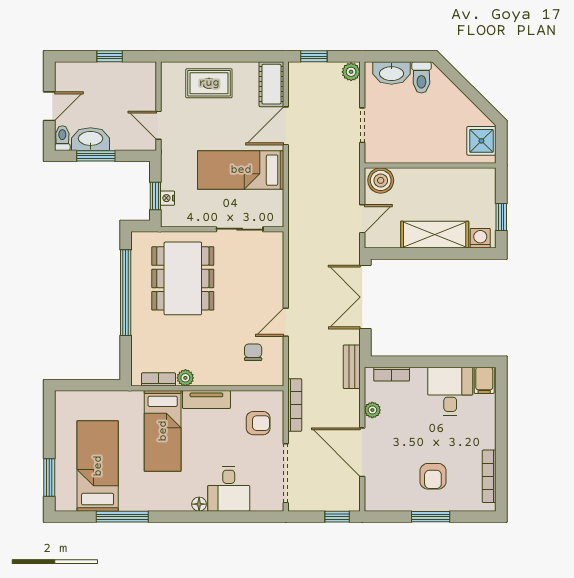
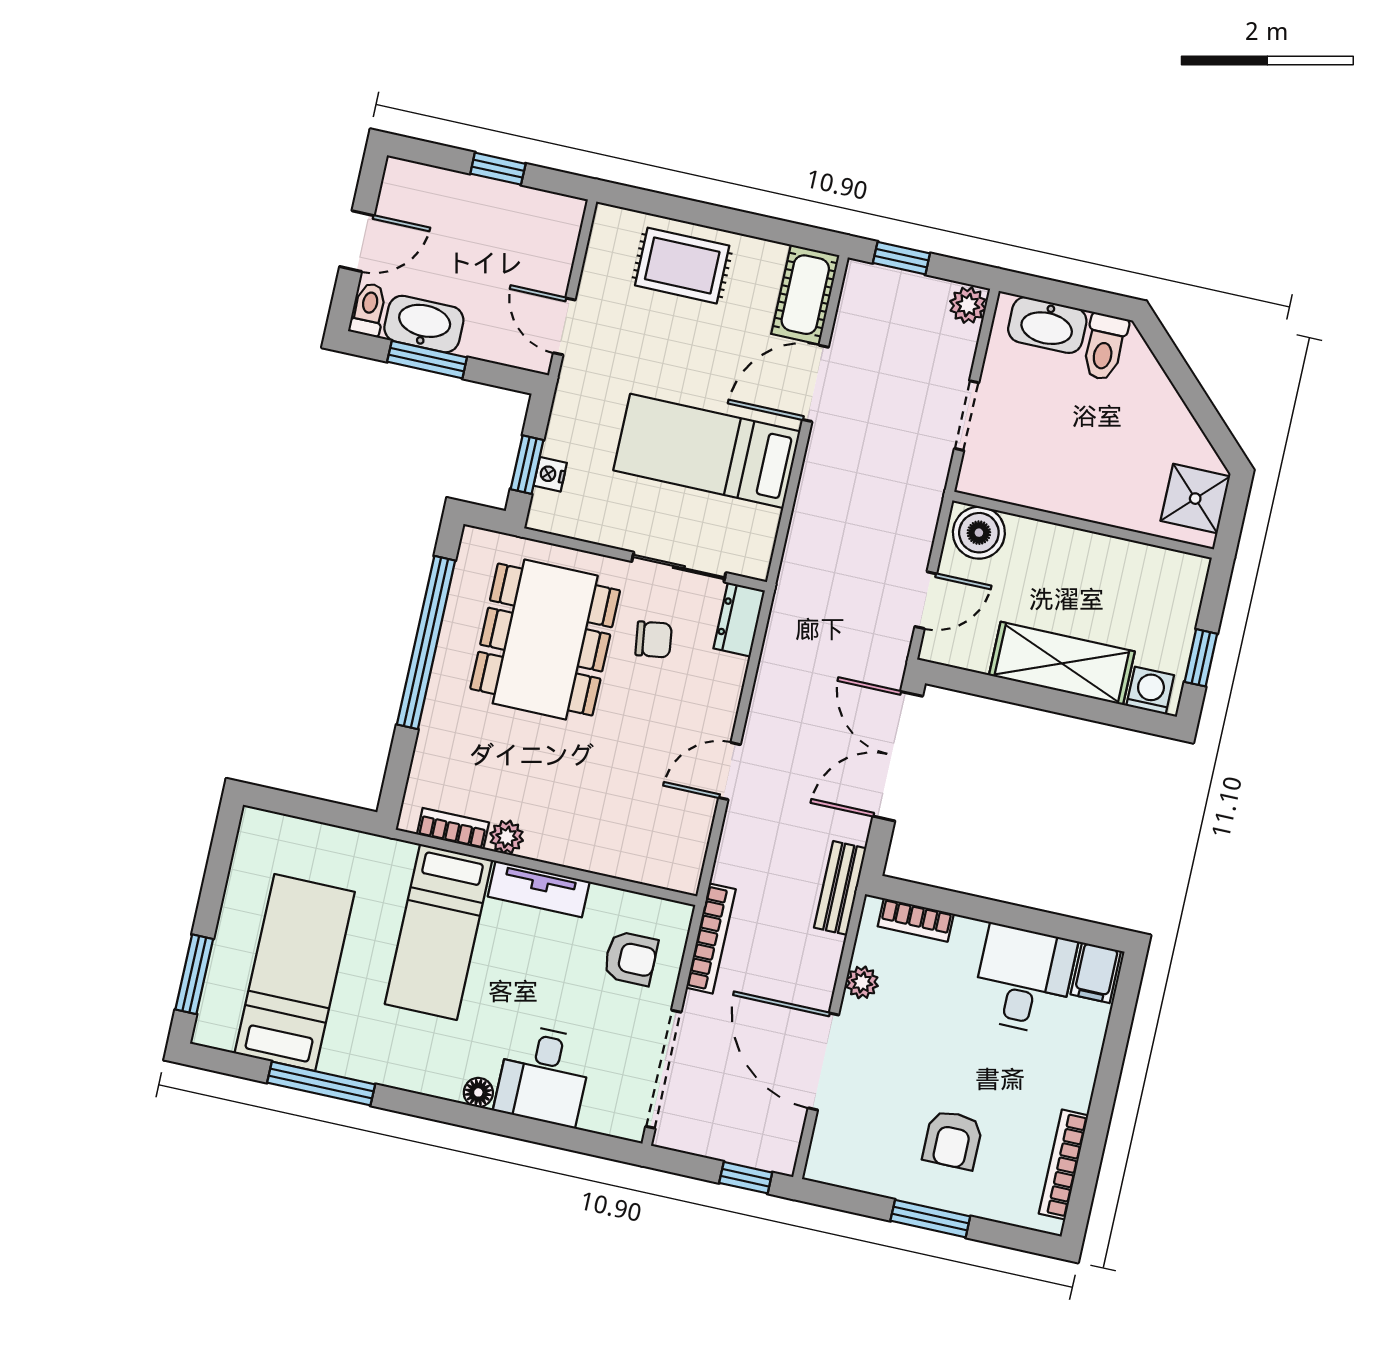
dresser: (274, 248) -> (739, 620), added
chair: (253, 352) -> (654, 639), moved, turned 82

